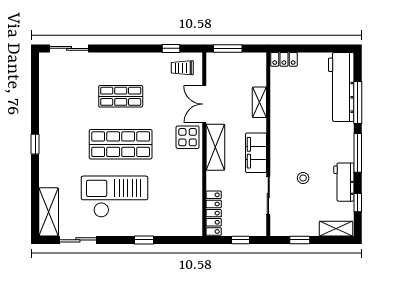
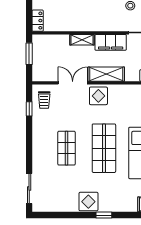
window: (228, 48) -> (29, 54), moved
shelving: (259, 102) -> (82, 40), moved
double door: (204, 104) -> (73, 83), swing flipped
display table: (52, 124) -> (88, 202), added

